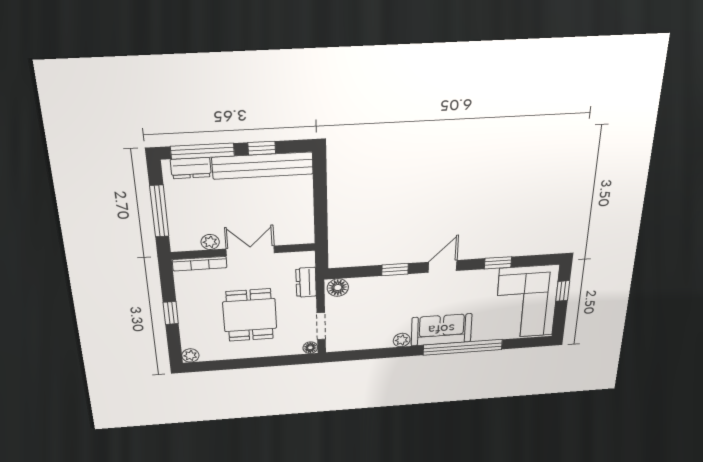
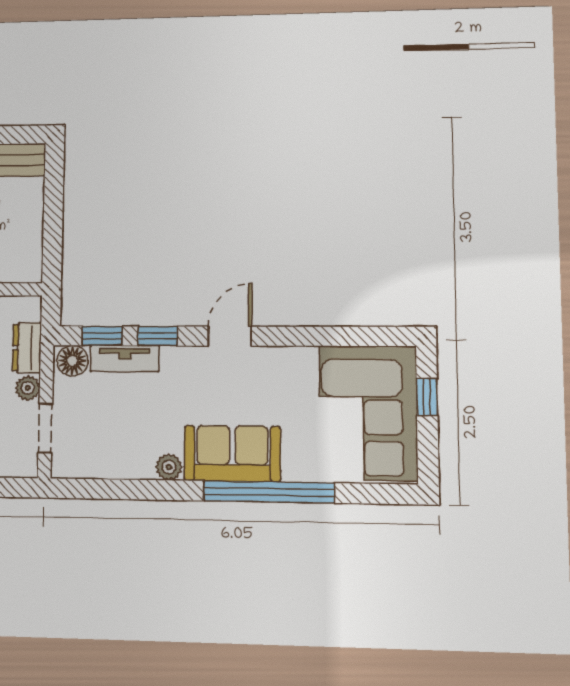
window: (498, 263) -> (102, 336), moved
tv unit: (373, 284) -> (125, 359), added
plant: (308, 305) -> (28, 388), added
floor lamp: (310, 348) -> (27, 467), removed

